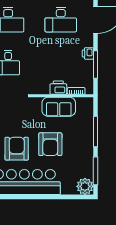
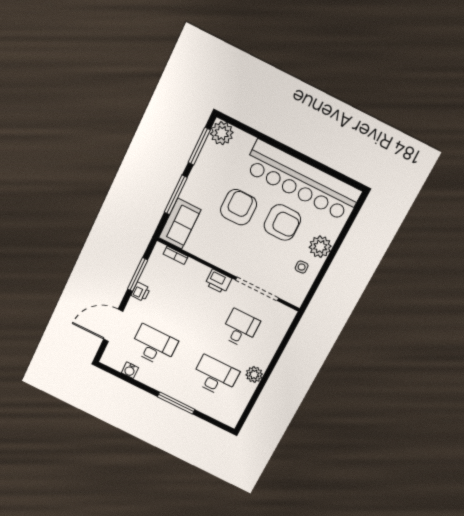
printer: (58, 88) -> (218, 281), moved
sofa: (59, 107) -> (180, 224), moved, turned 90
armchair: (17, 149) -> (282, 222), turned -90

